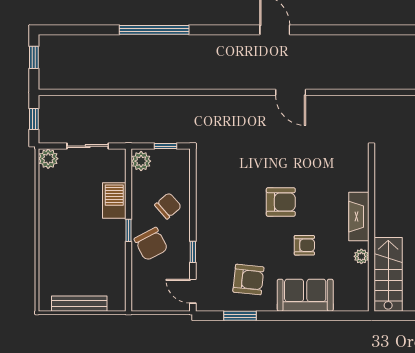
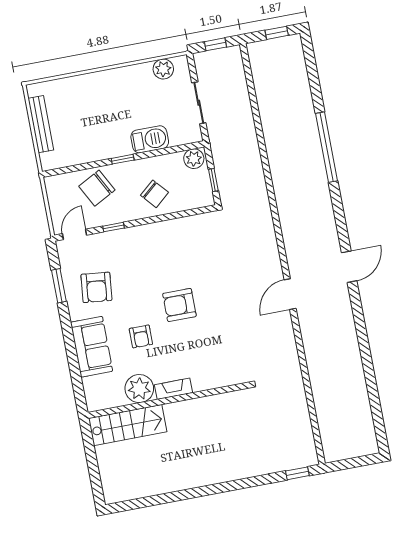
plant: (48, 159) -> (163, 69), moved
armchair: (281, 202) -> (179, 305), turned 90
fireplace: (359, 217) -> (174, 389), width x0.73, depth x0.76
chair: (151, 244) -> (97, 188), moved
plant: (361, 256) -> (139, 389), width x1.88, depth x1.88

